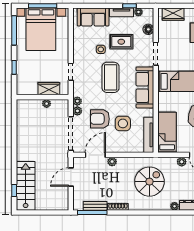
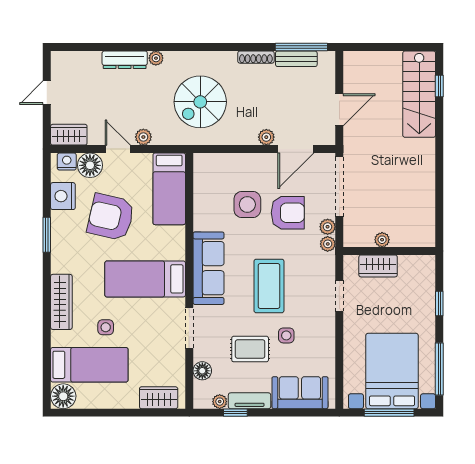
tv unit: (149, 135) -> (202, 184), removed

